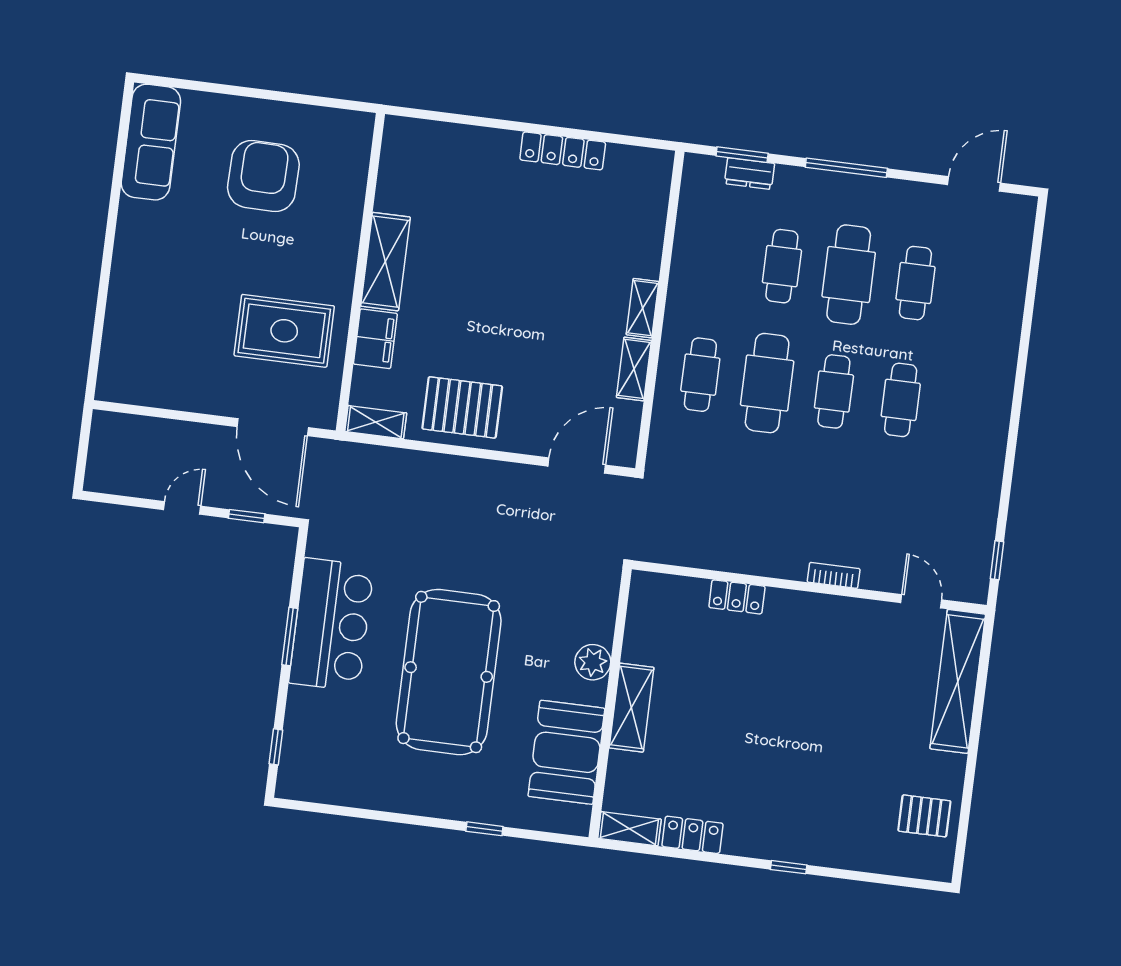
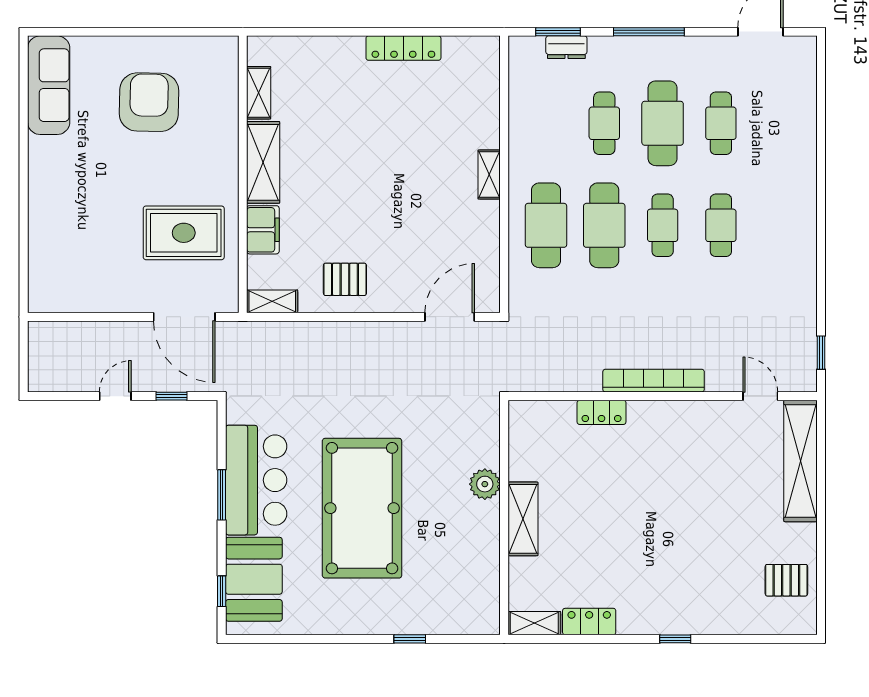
shelving: (634, 369) -> (259, 93), moved
cafe table: (700, 375) -> (546, 225), width x1.37, depth x1.35
pallet: (462, 407) -> (345, 279), width x0.67, depth x0.71
bookcase: (834, 575) -> (654, 381), width x2.31, depth x1.31
booth: (566, 752) -> (254, 579), moved

